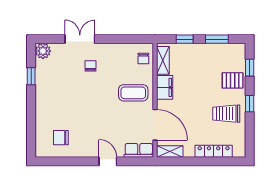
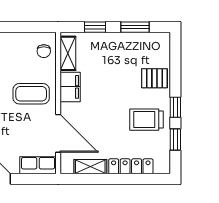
window: (250, 68) -> (175, 139), moved
shelving: (170, 152) -> (90, 167), moved

